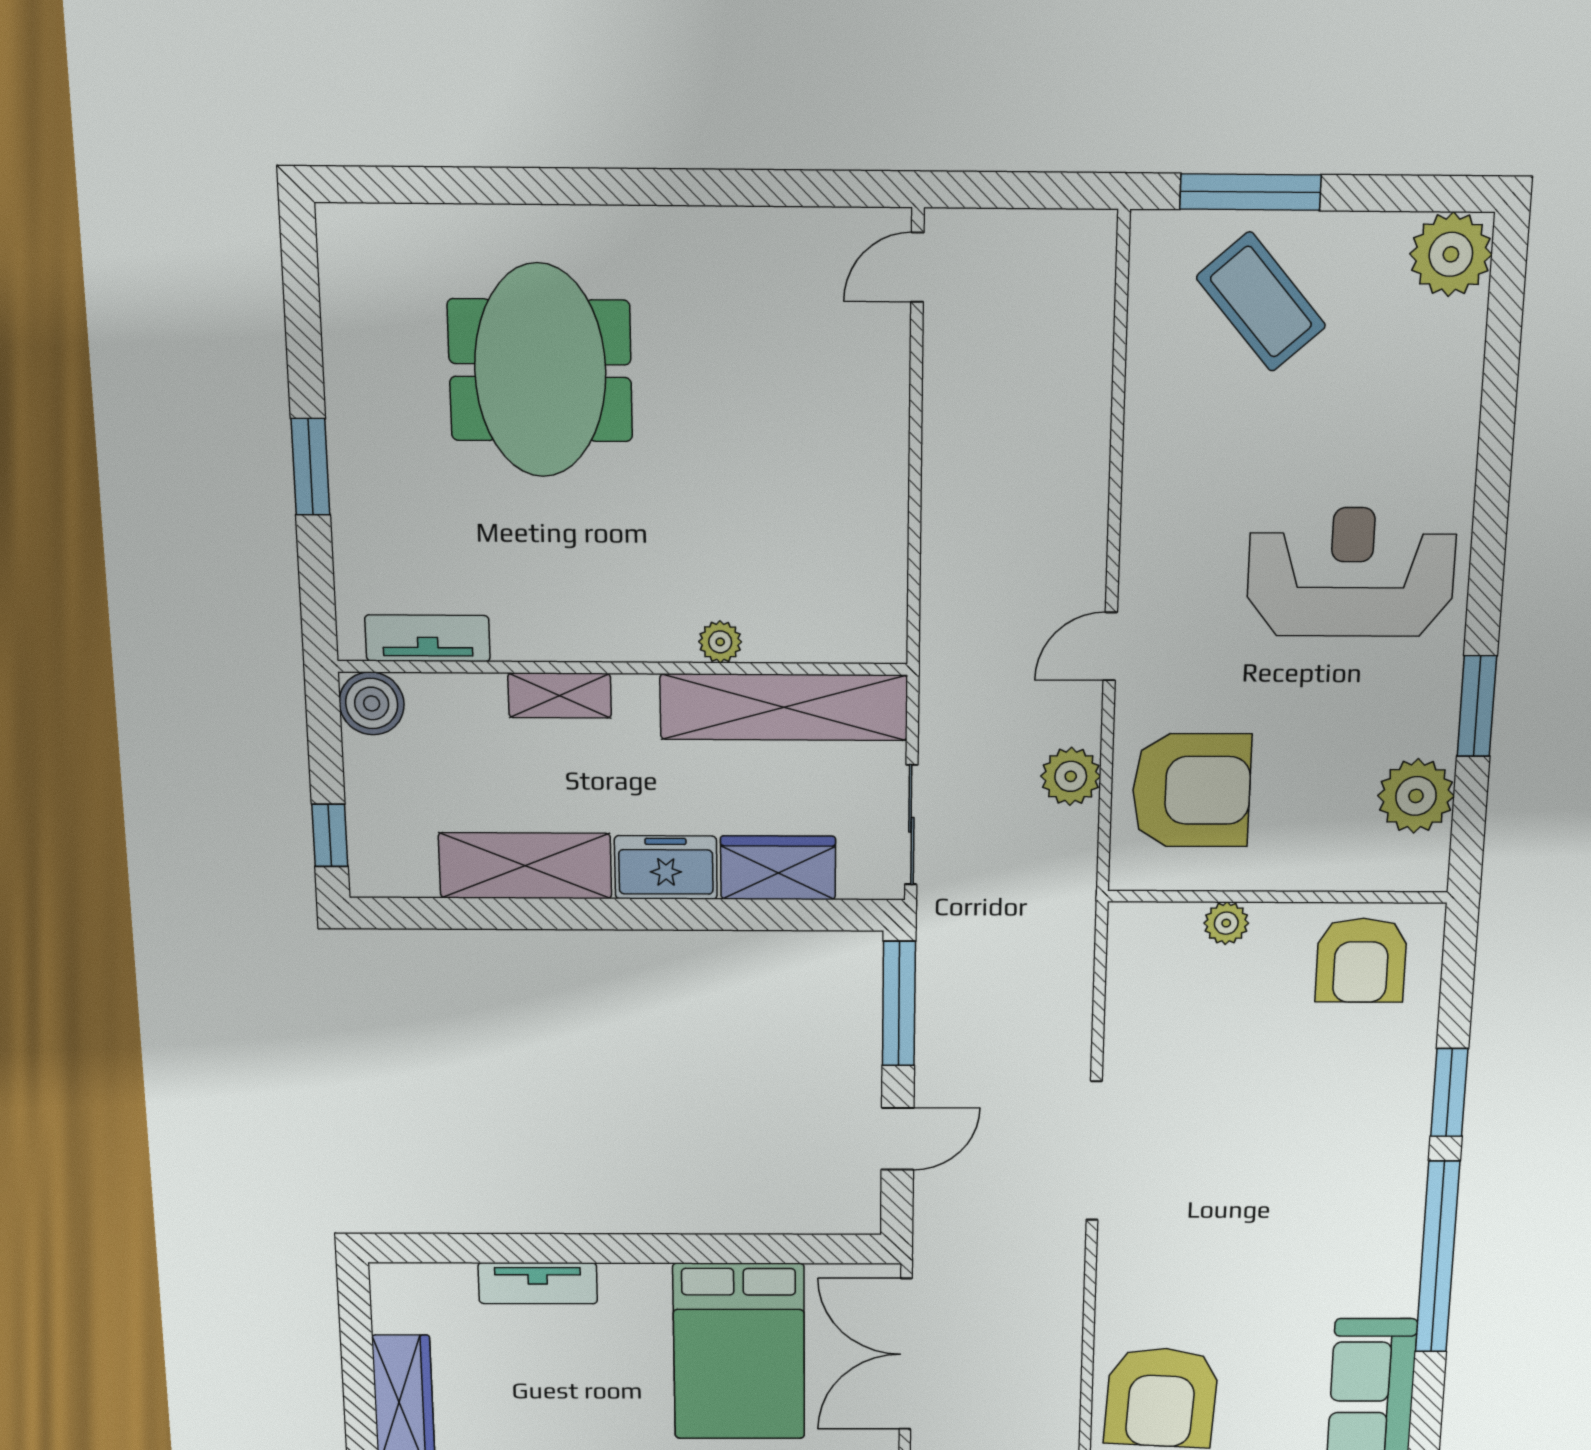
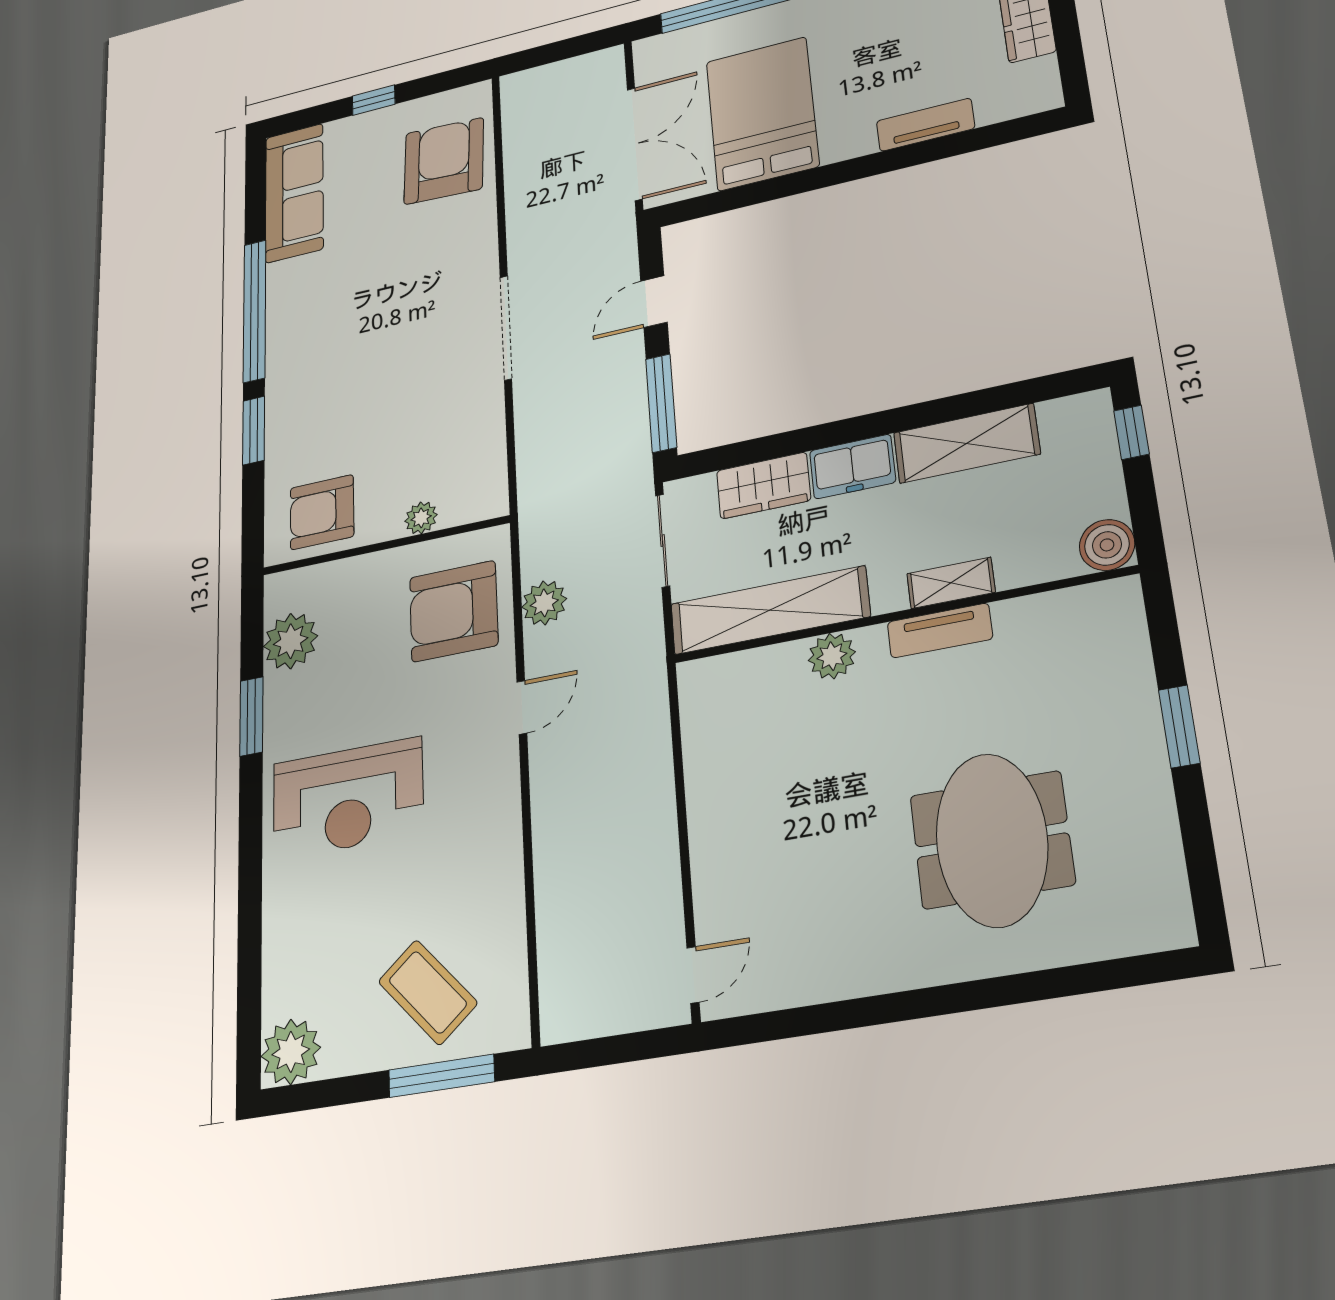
tv unit: (427, 638) -> (940, 631), moved
plant: (720, 642) -> (832, 656), width x1.38, depth x1.38
armchair: (1361, 960) -> (322, 512), turned -90

